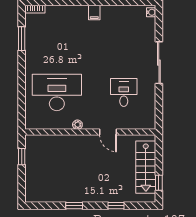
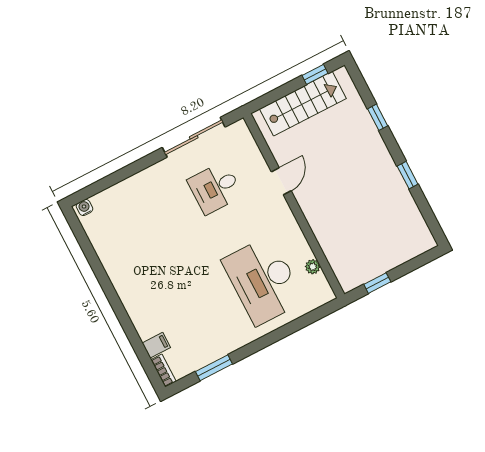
filing cabinet: (94, 12) -> (156, 345), moved
sliding door: (159, 63) -> (194, 137), moved
plant: (77, 125) -> (313, 267), moved

